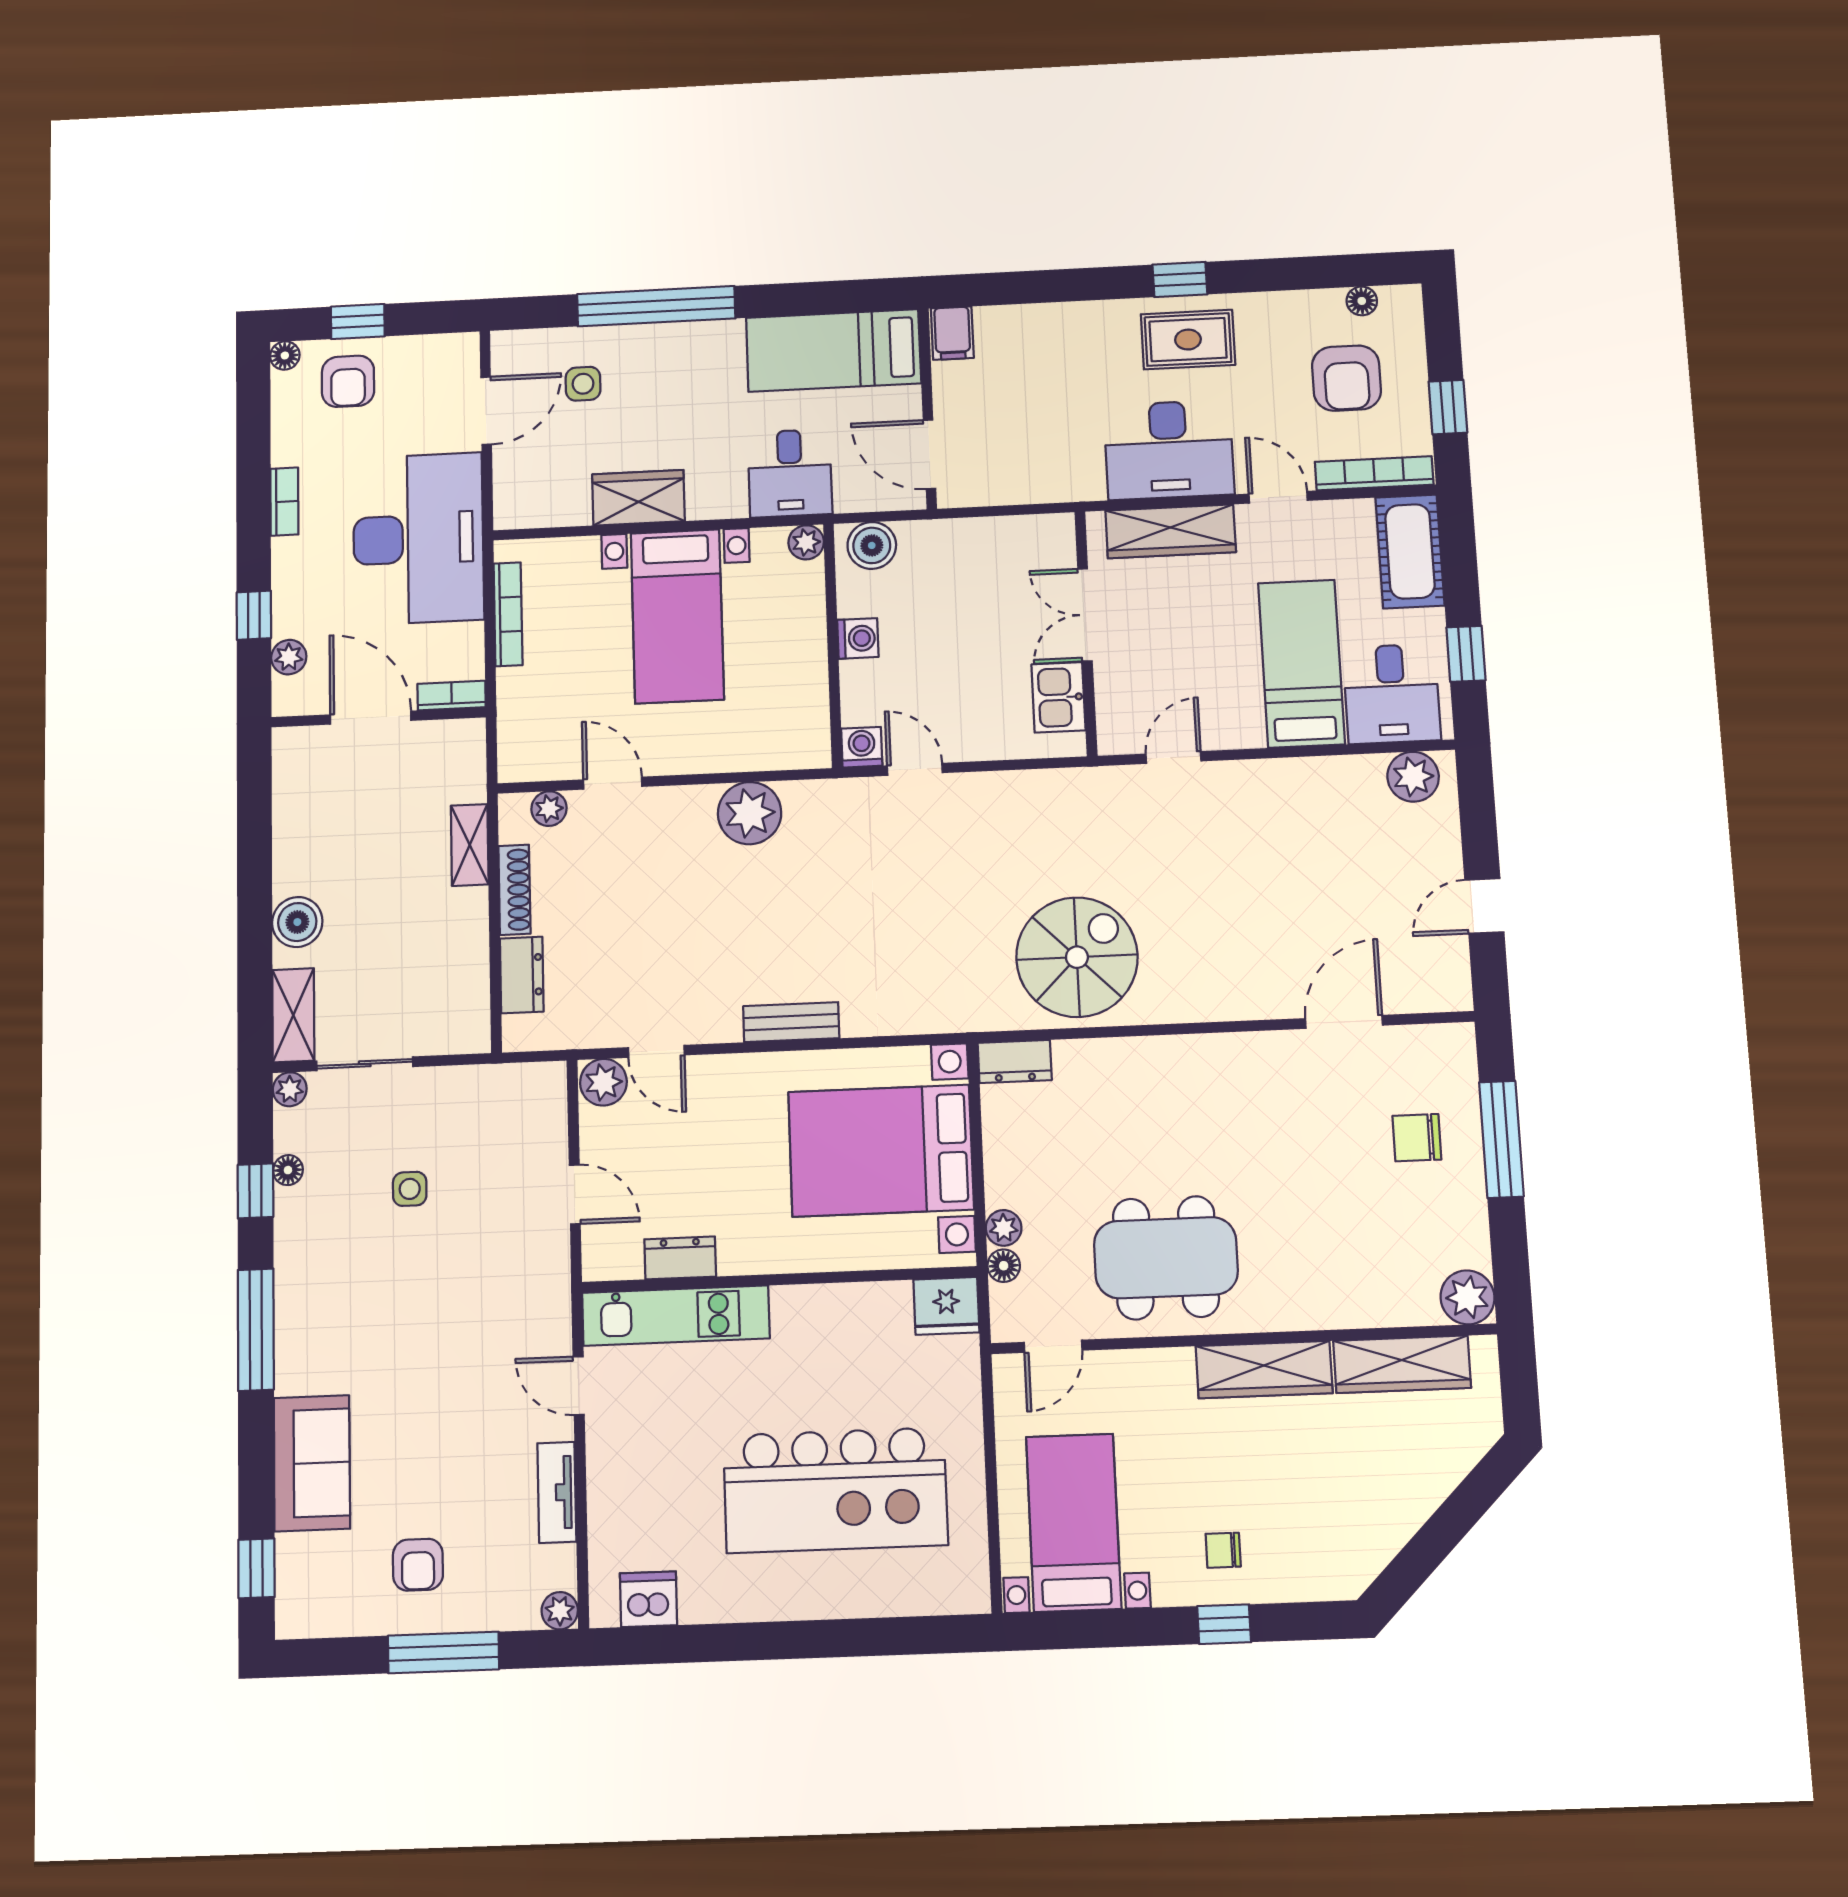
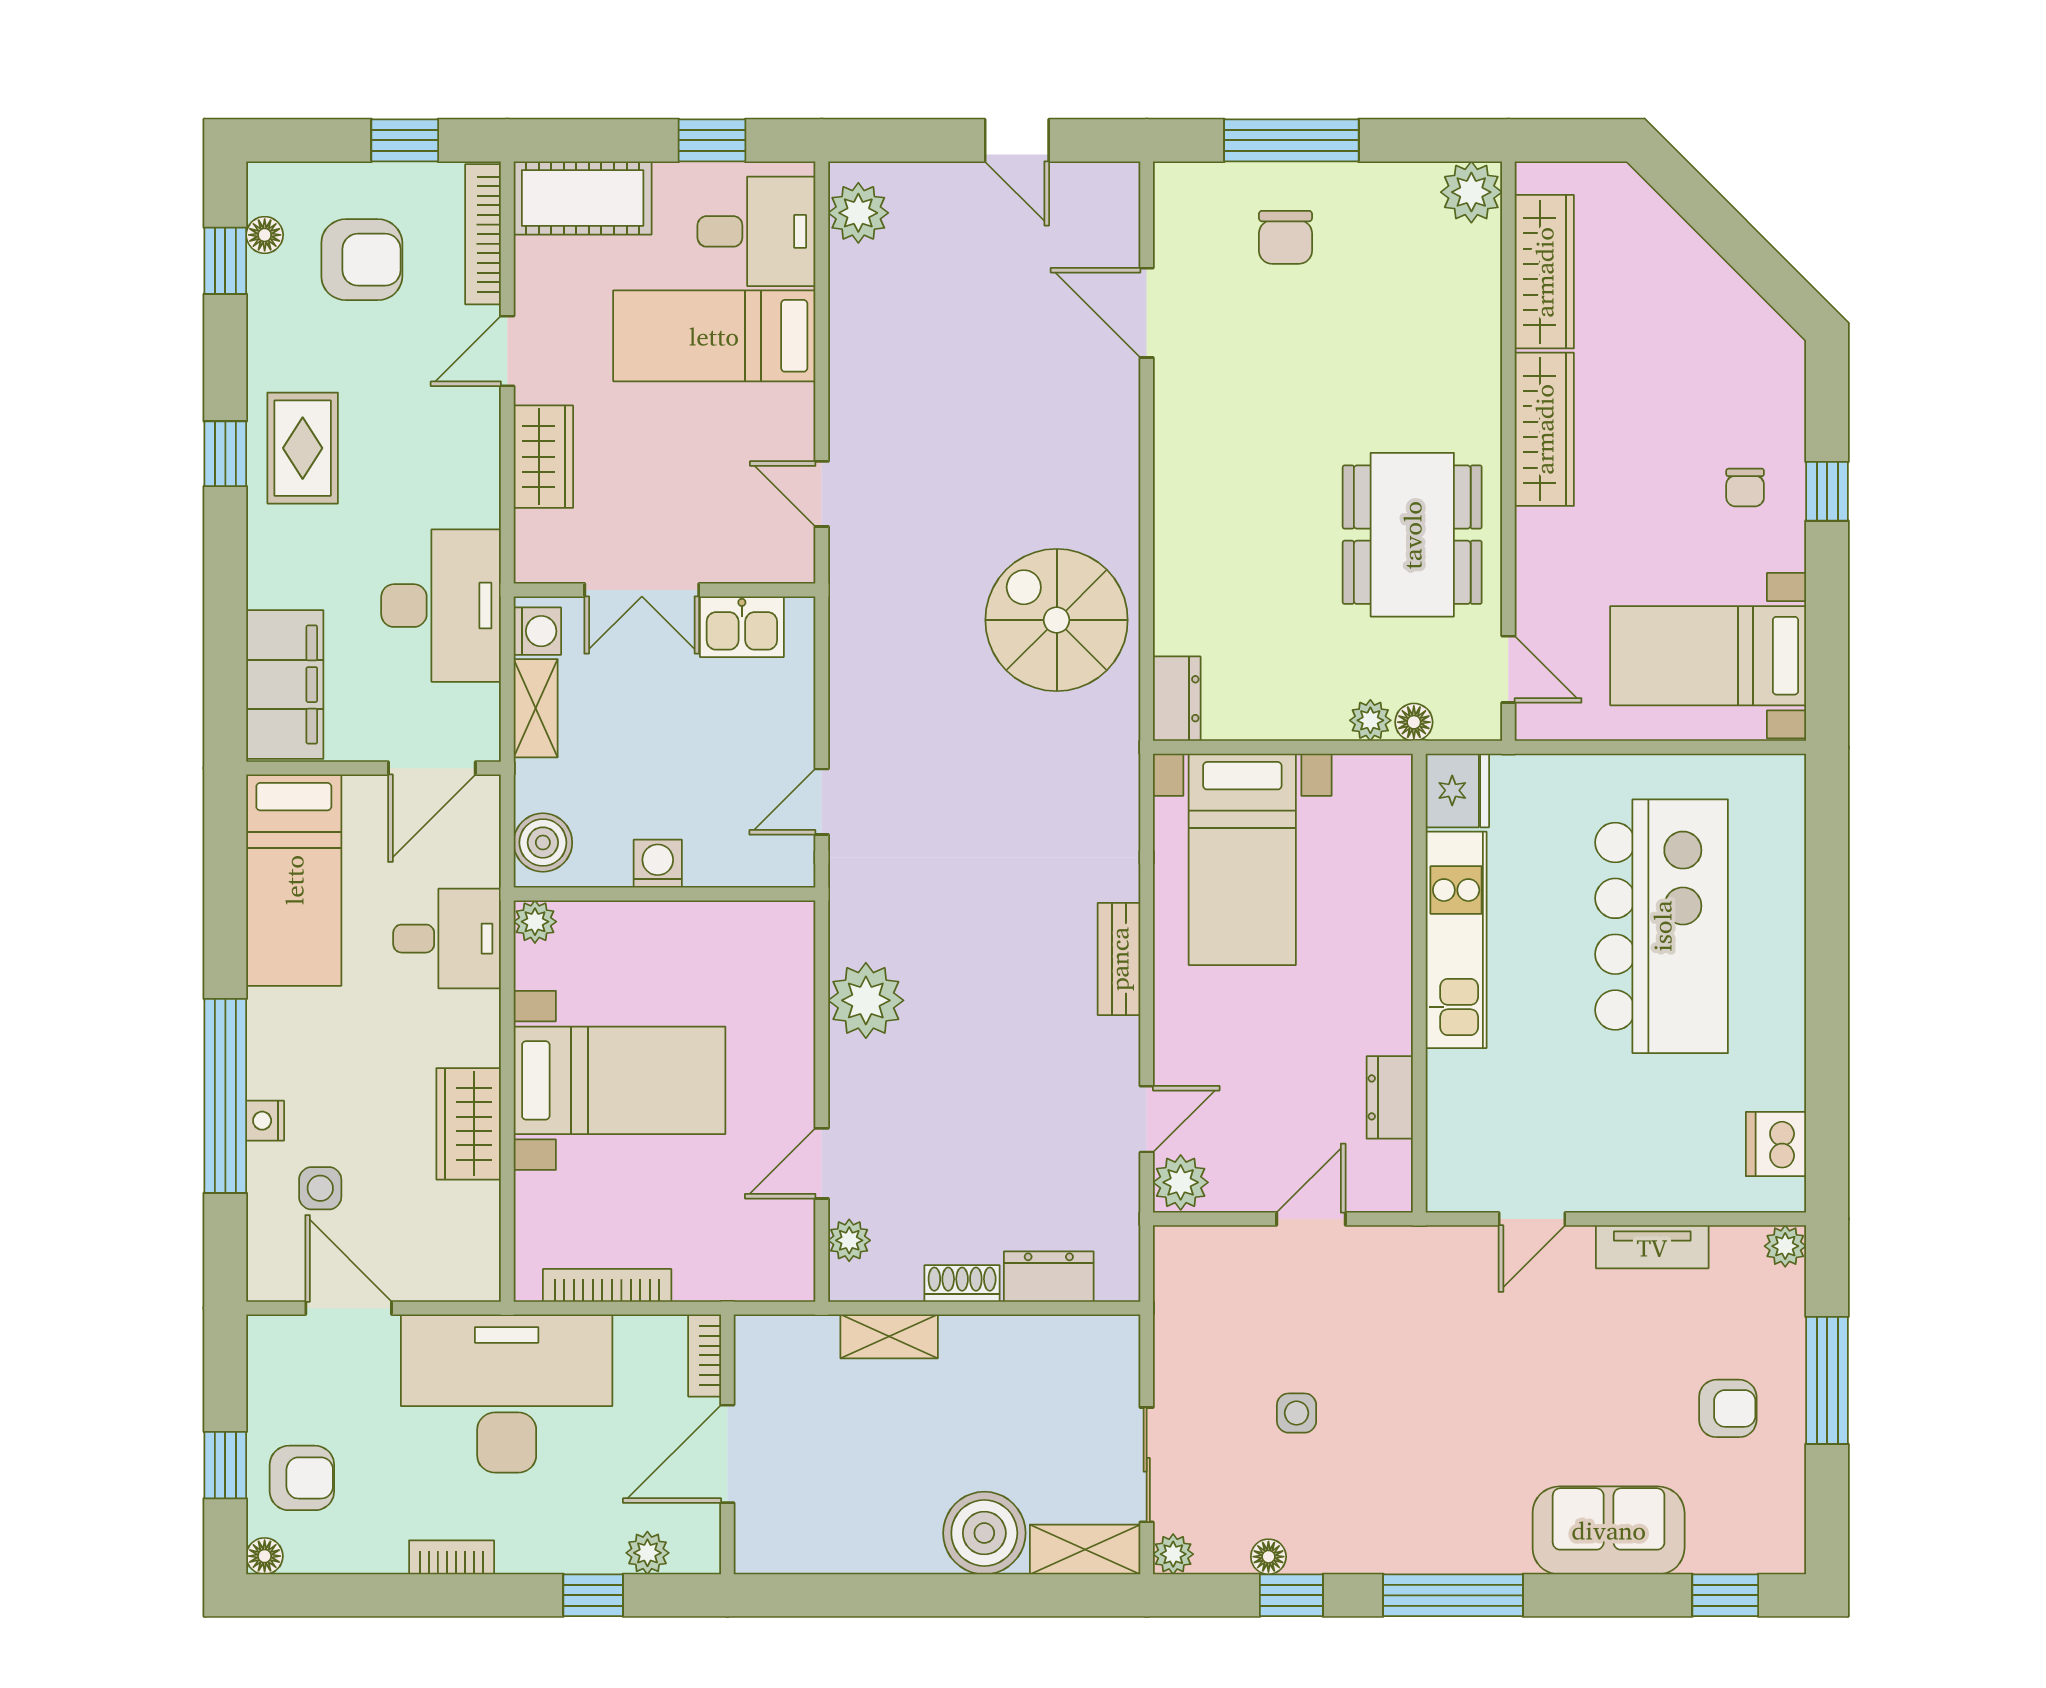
window: (1338, 271) -> (225, 261), added
filing cabinet: (952, 333) -> (285, 685), width x3.00, depth x1.17
nightstand: (637, 338) -> (265, 1121), added
desk: (1169, 450) -> (441, 606), moved
wardrobe: (1171, 531) -> (543, 457), width x0.67
shelving: (983, 534) -> (536, 708), added
washing machine: (862, 747) -> (537, 631), moved, turned 180
shoe rack: (514, 890) -> (962, 1283), width x0.70
boiler: (297, 922) -> (984, 1533), width x1.37, depth x1.37
bed with nightstands: (881, 1151) -> (1242, 859), width x0.73
kitchen unit: (676, 1316) -> (1456, 940), moved

